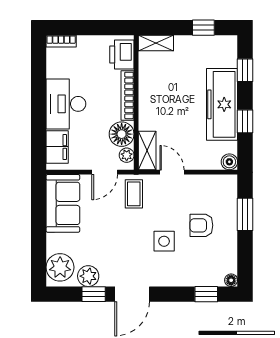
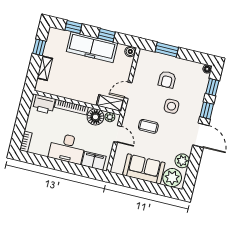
shelving: (156, 43) -> (45, 68), moved
coffee table: (134, 194) -> (148, 126), moved
sofa: (63, 203) -> (144, 169), moved
window: (94, 294) -> (207, 110), moved

